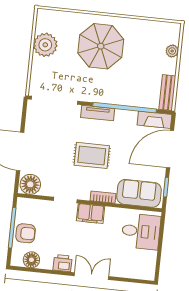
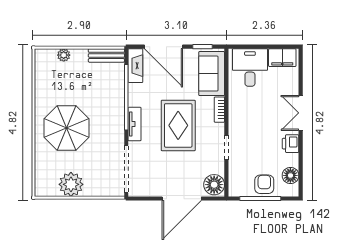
rug: (92, 155) -> (178, 125), width x1.36, depth x1.43
filing cabinet: (91, 214) -> (282, 58), moved, turned 90

